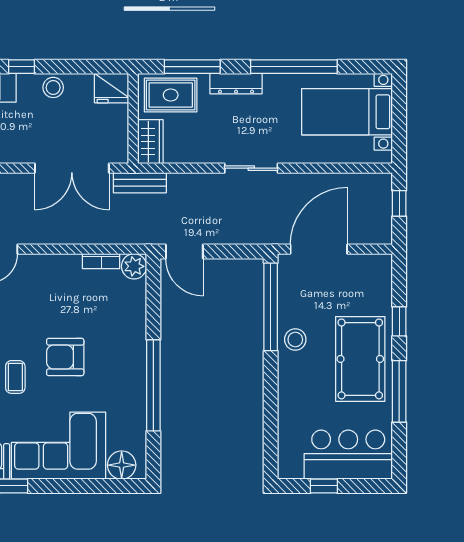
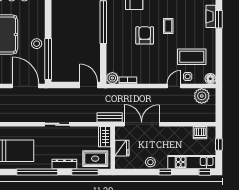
fridge: (112, 88) -> (122, 148), moved, turned 90
door: (319, 249) -> (25, 86), swing flipped
armchair: (65, 357) -> (145, 35), turned -90

